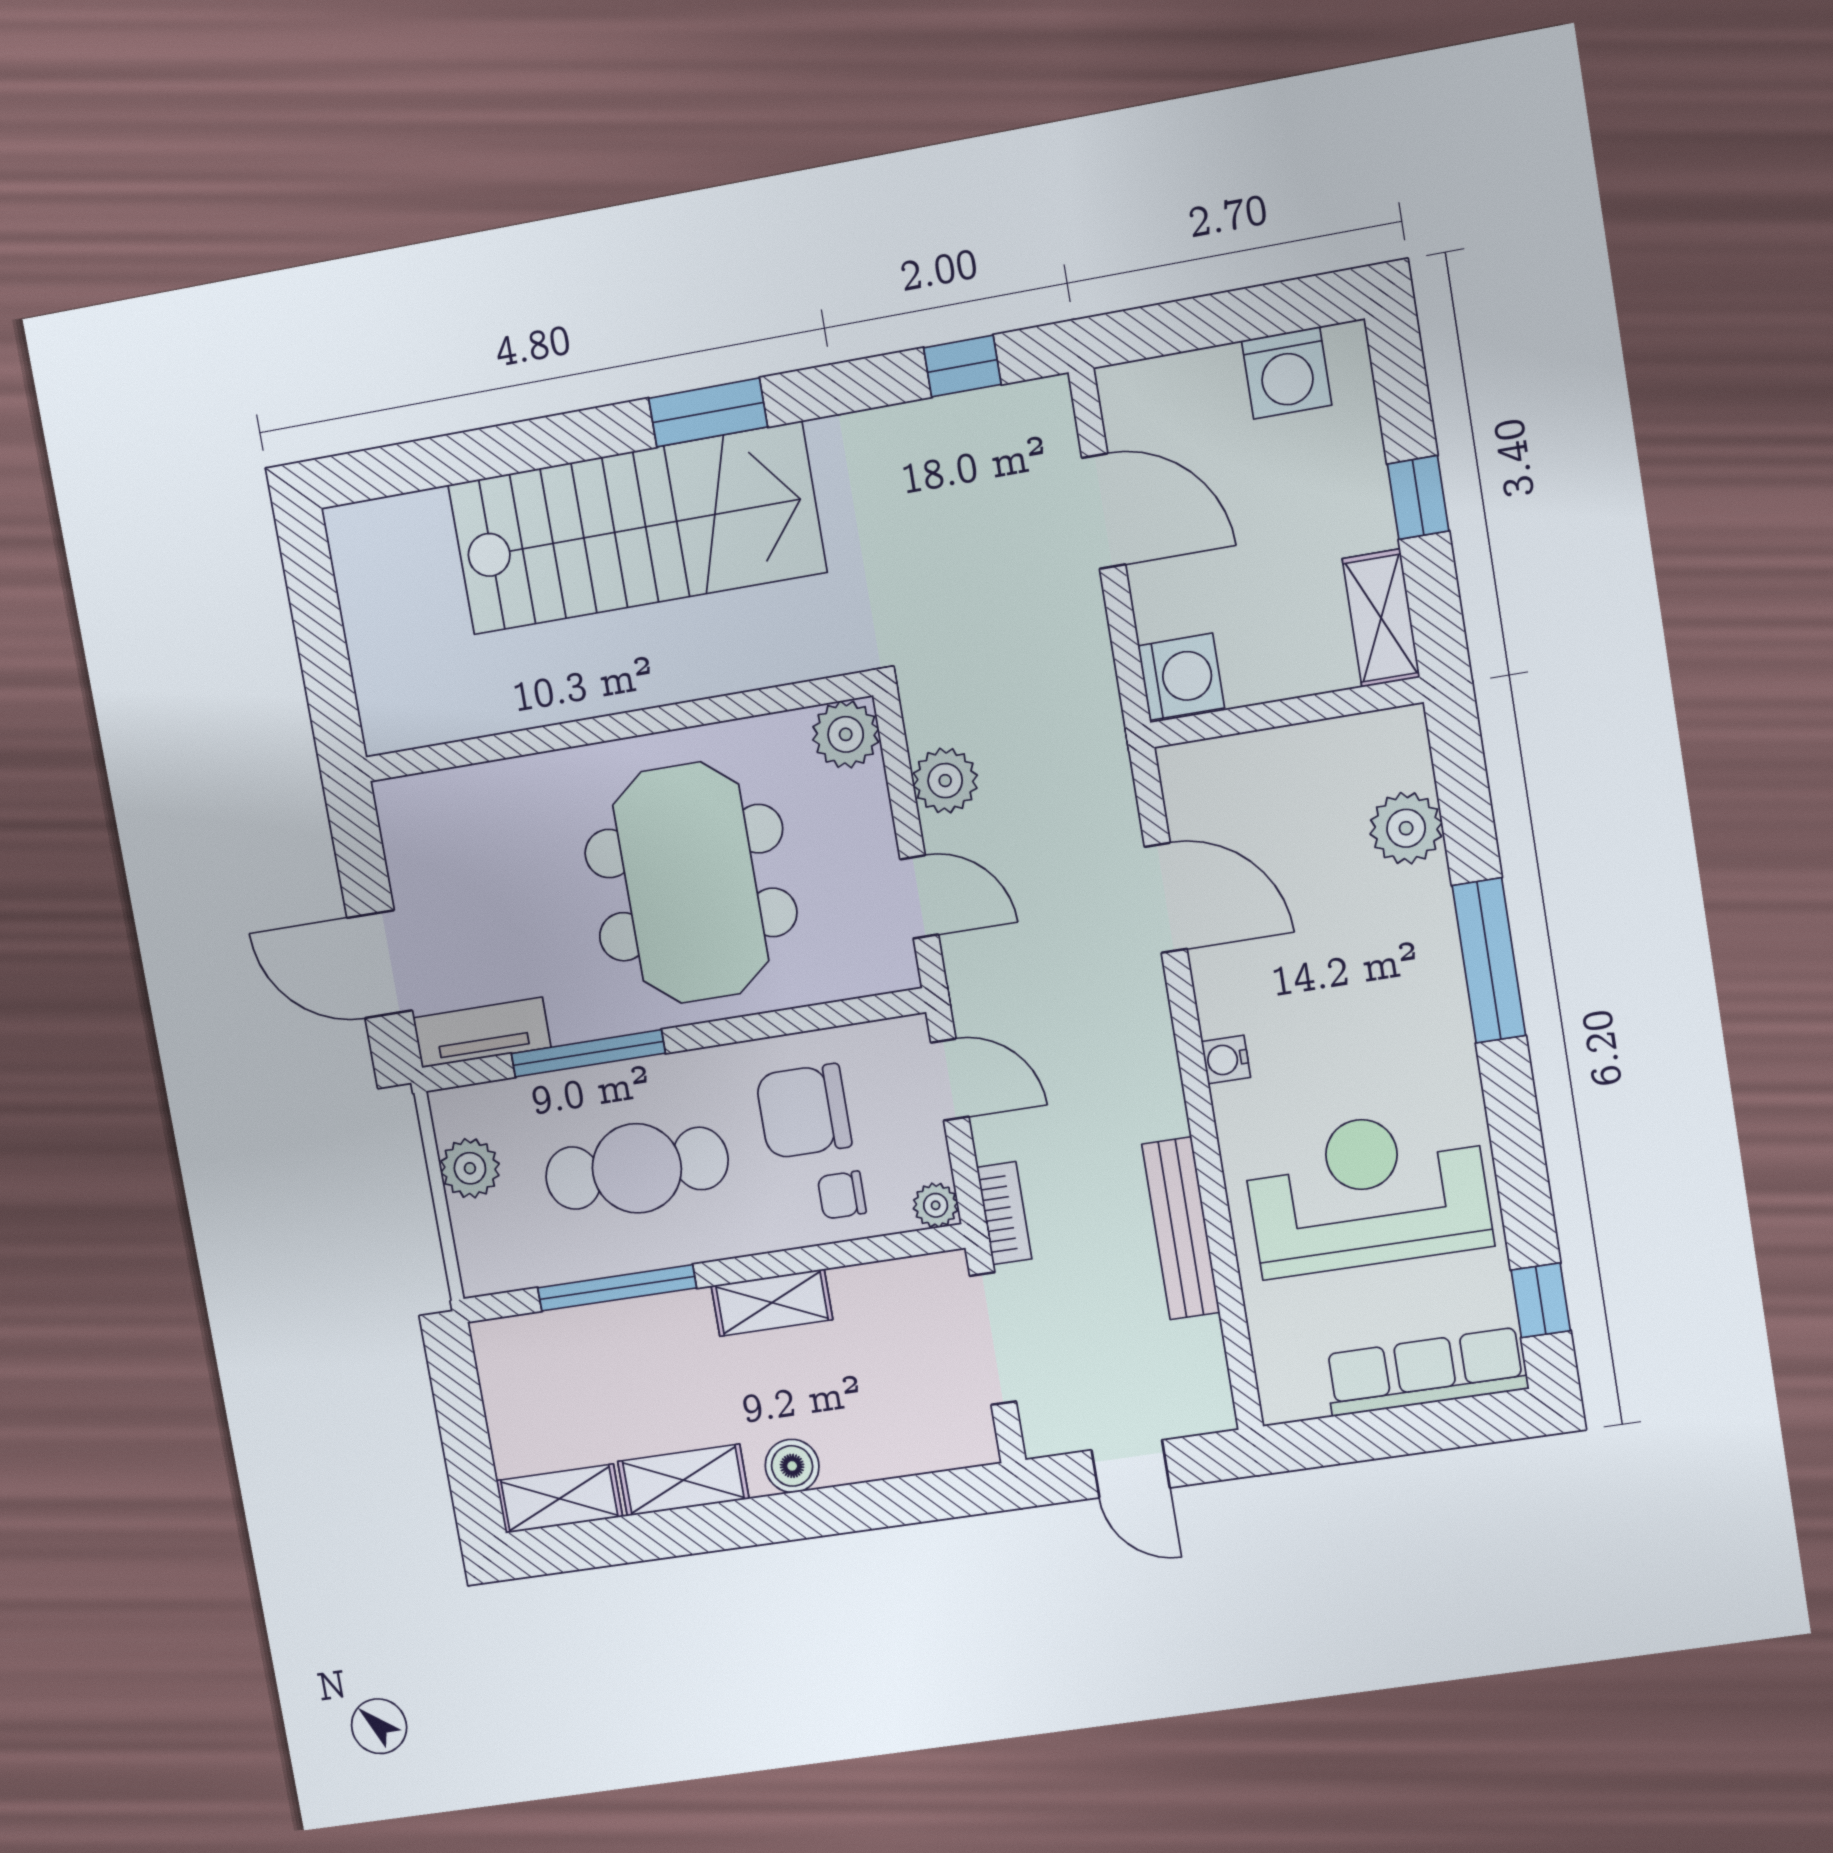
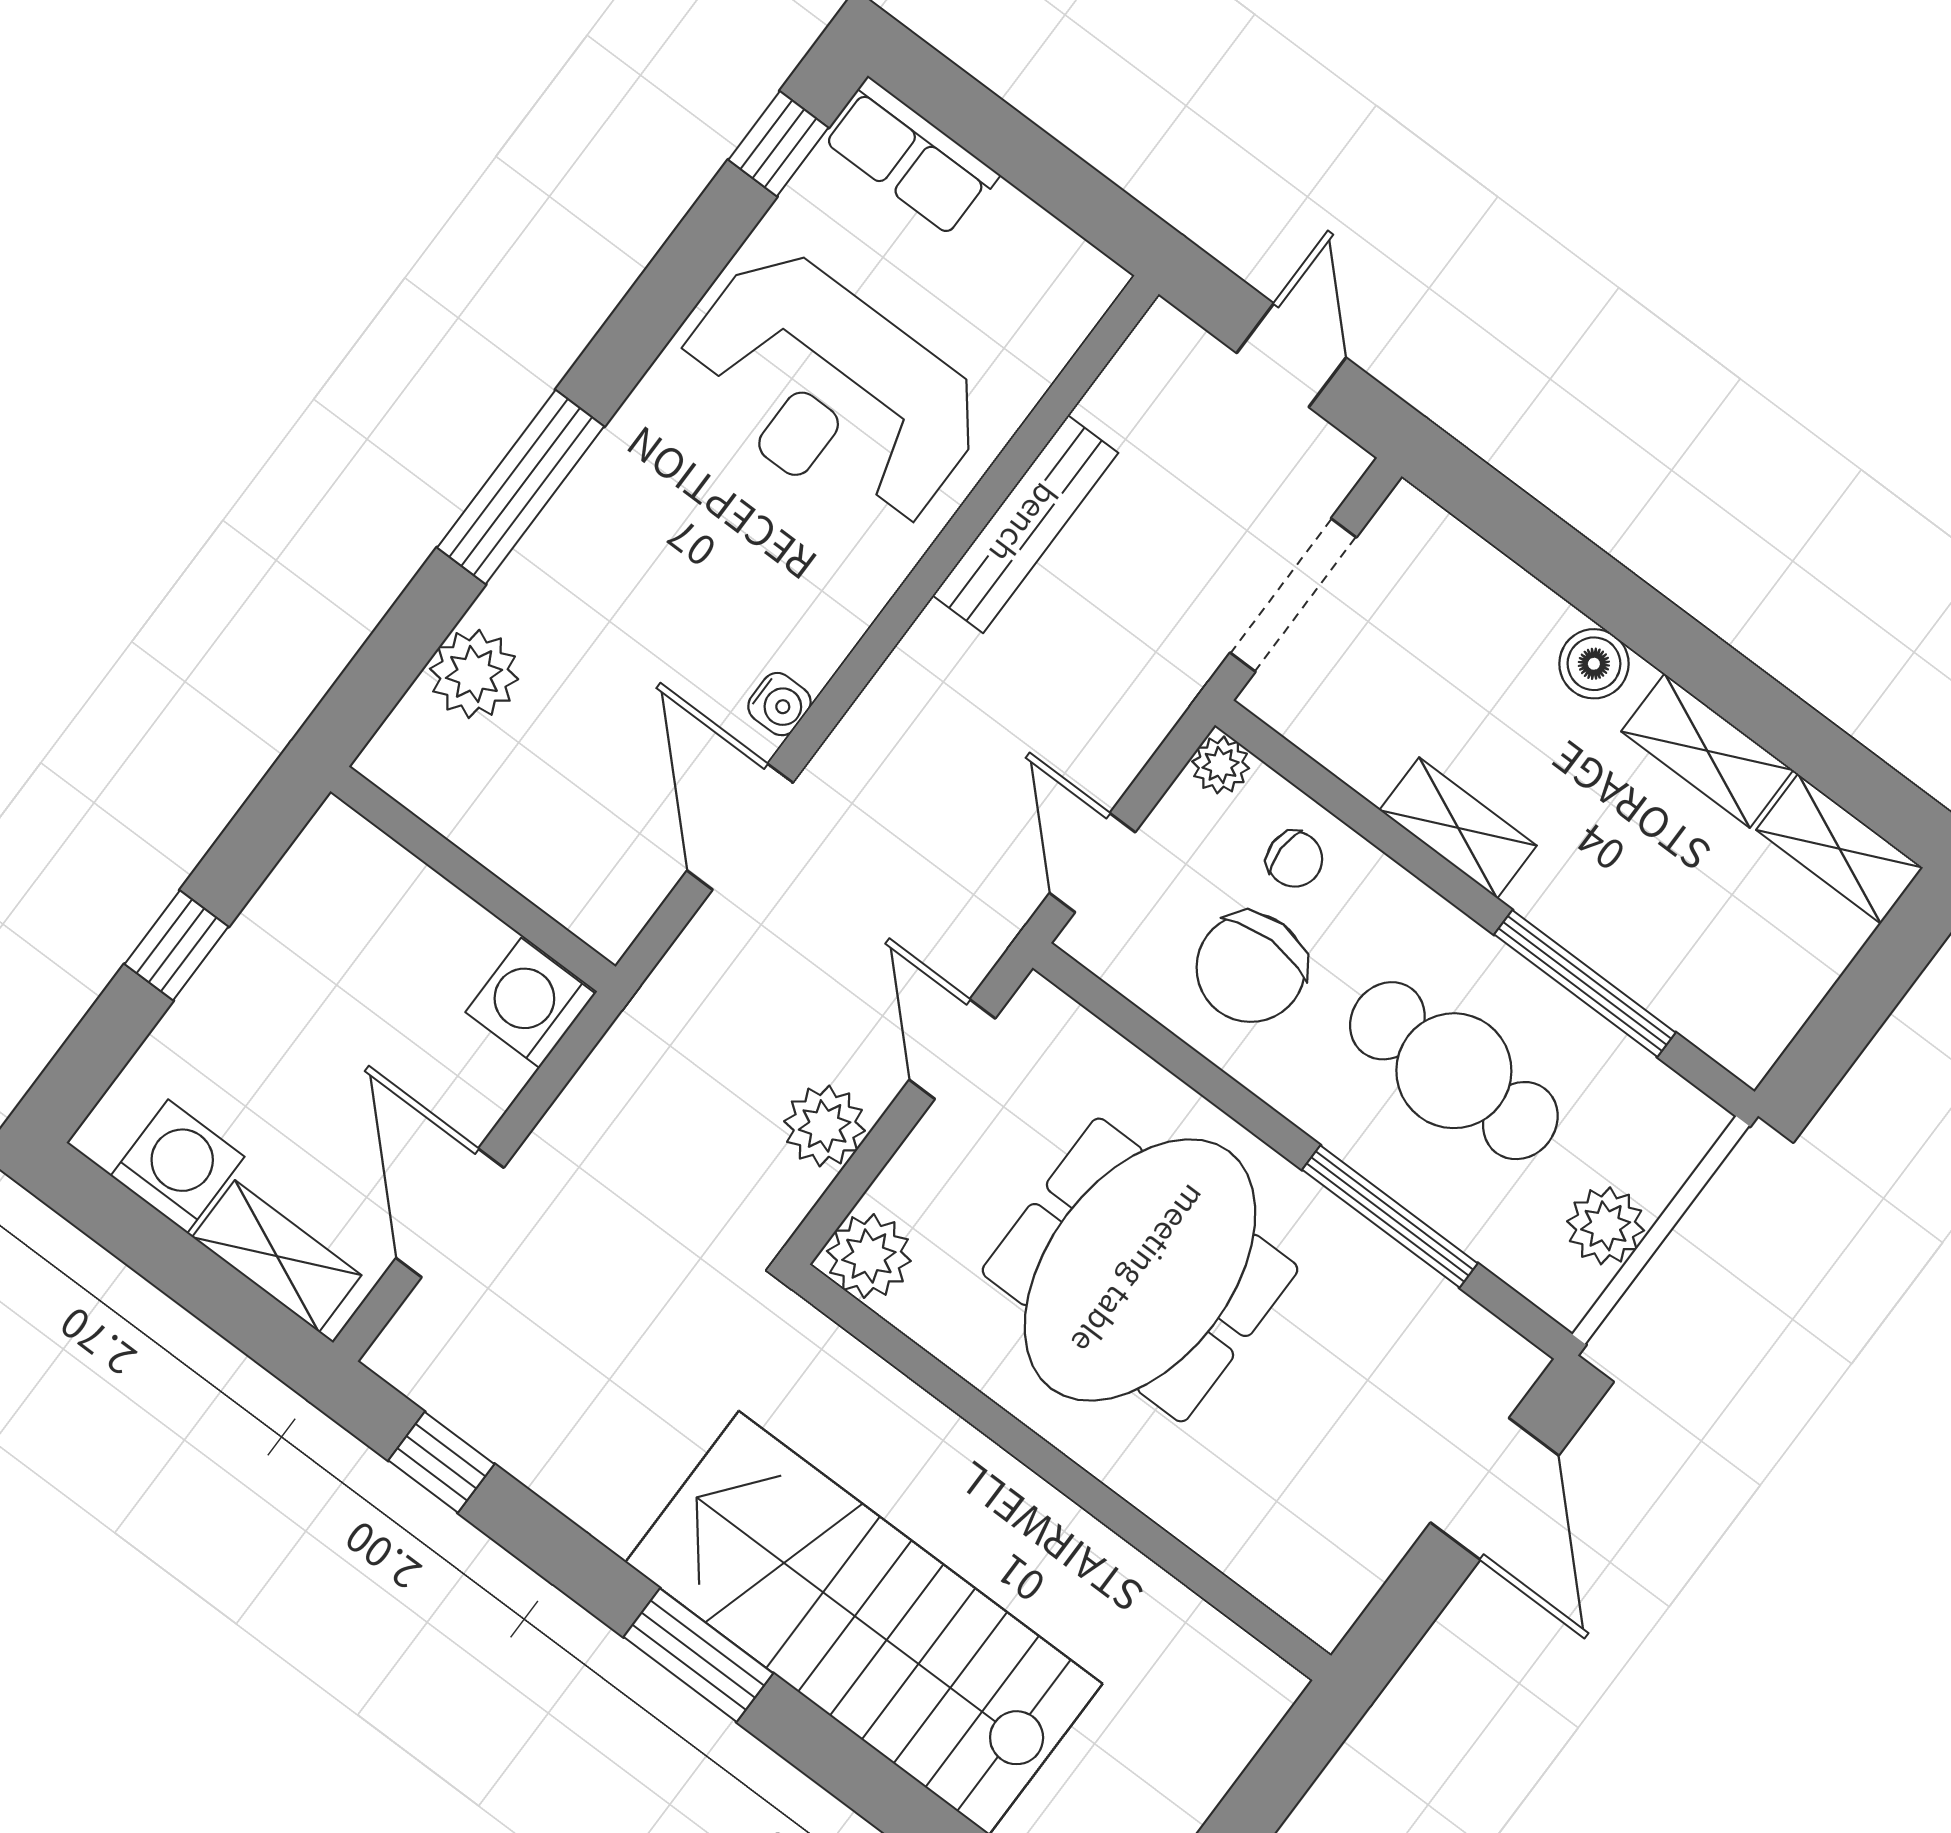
shelving: (1381, 618) -> (277, 1256), moved, turned 90
tv unit: (482, 1033) -> (1466, 1334), removed
water cooler: (1226, 1059) -> (779, 704), moved
chair: (804, 1111) -> (1251, 968), turned 90
bookcase: (1004, 1213) -> (1167, 696), removed
row of seats: (1426, 1372) -> (910, 157), width x0.68

